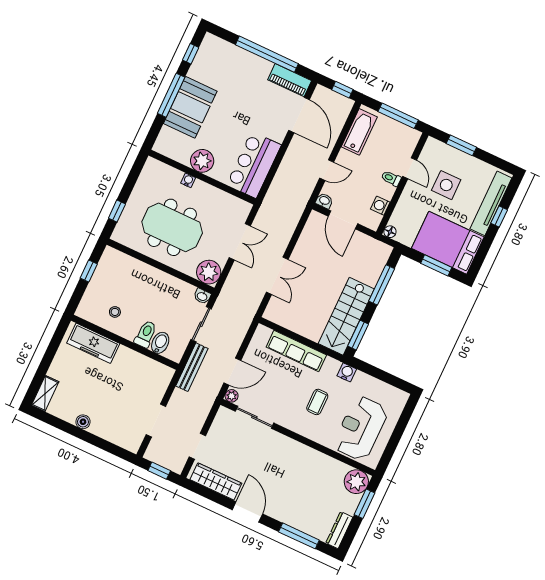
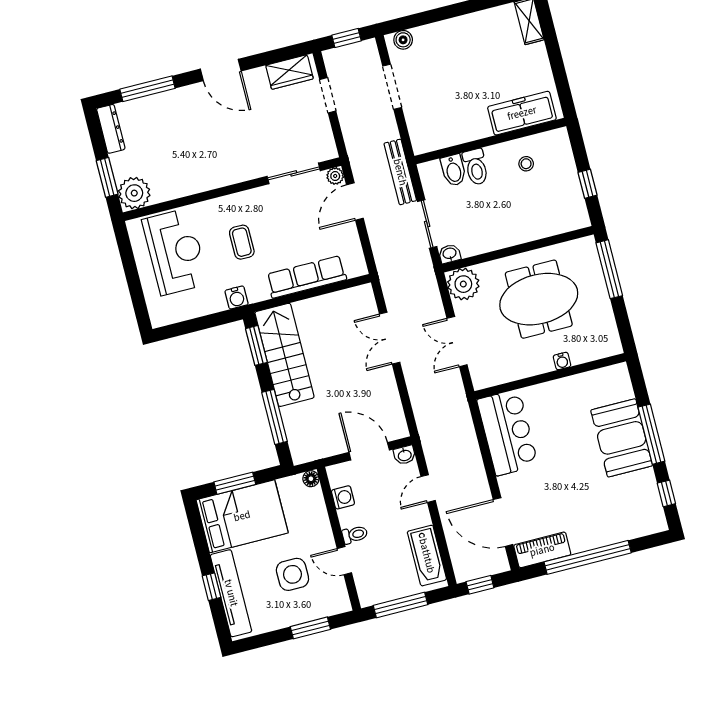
plant: (202, 161) -> (564, 393), removed
window: (117, 211) -> (609, 269), width x2.17
boiler: (83, 422) -> (403, 40), moved
wardrobe: (216, 481) -> (289, 72), width x0.67

